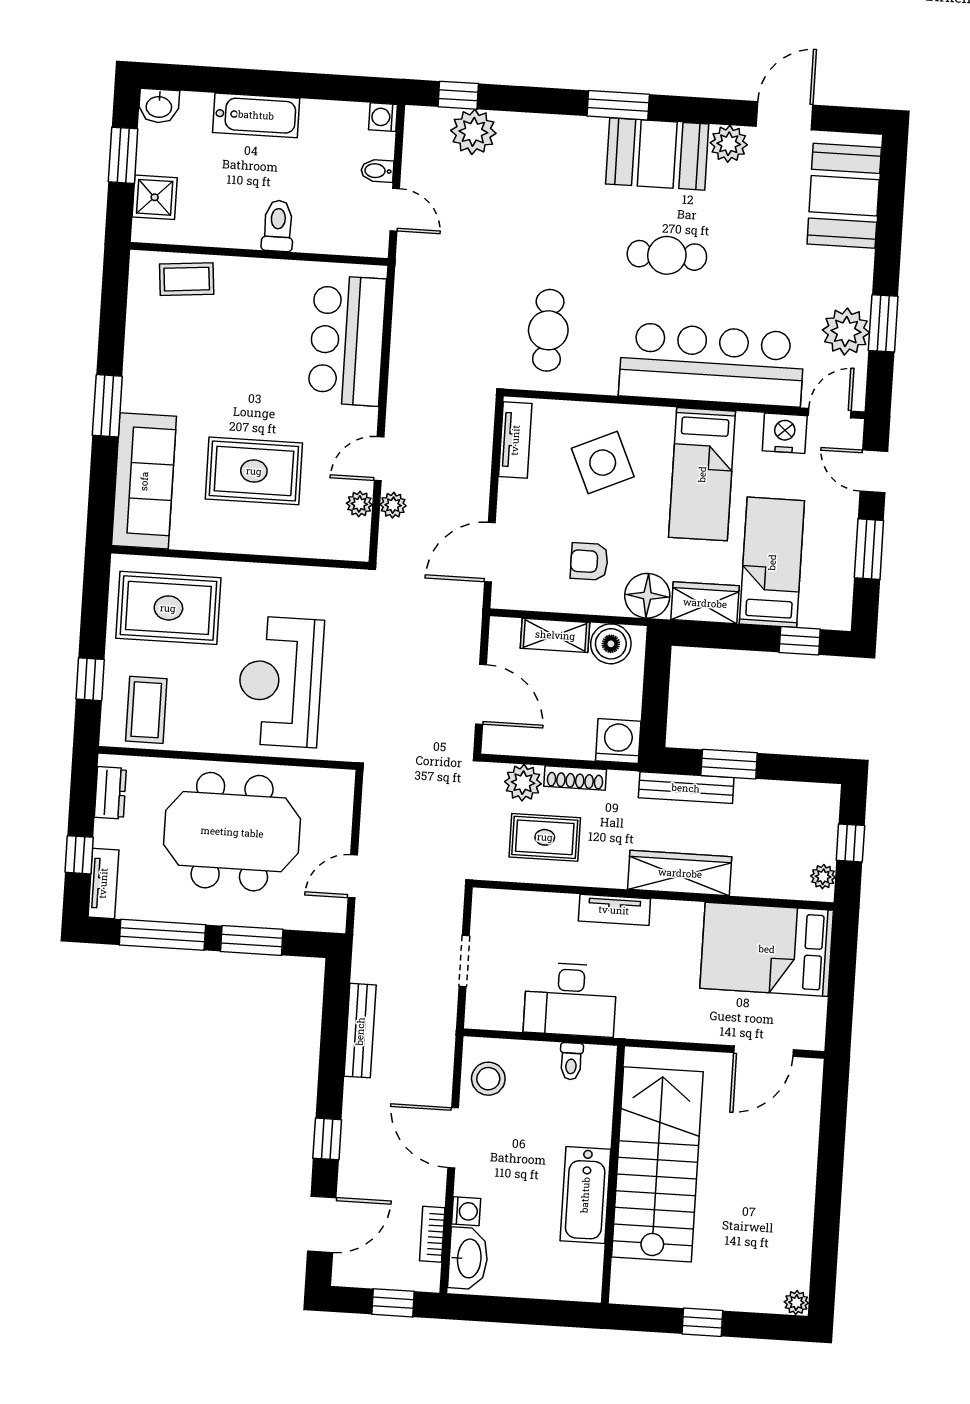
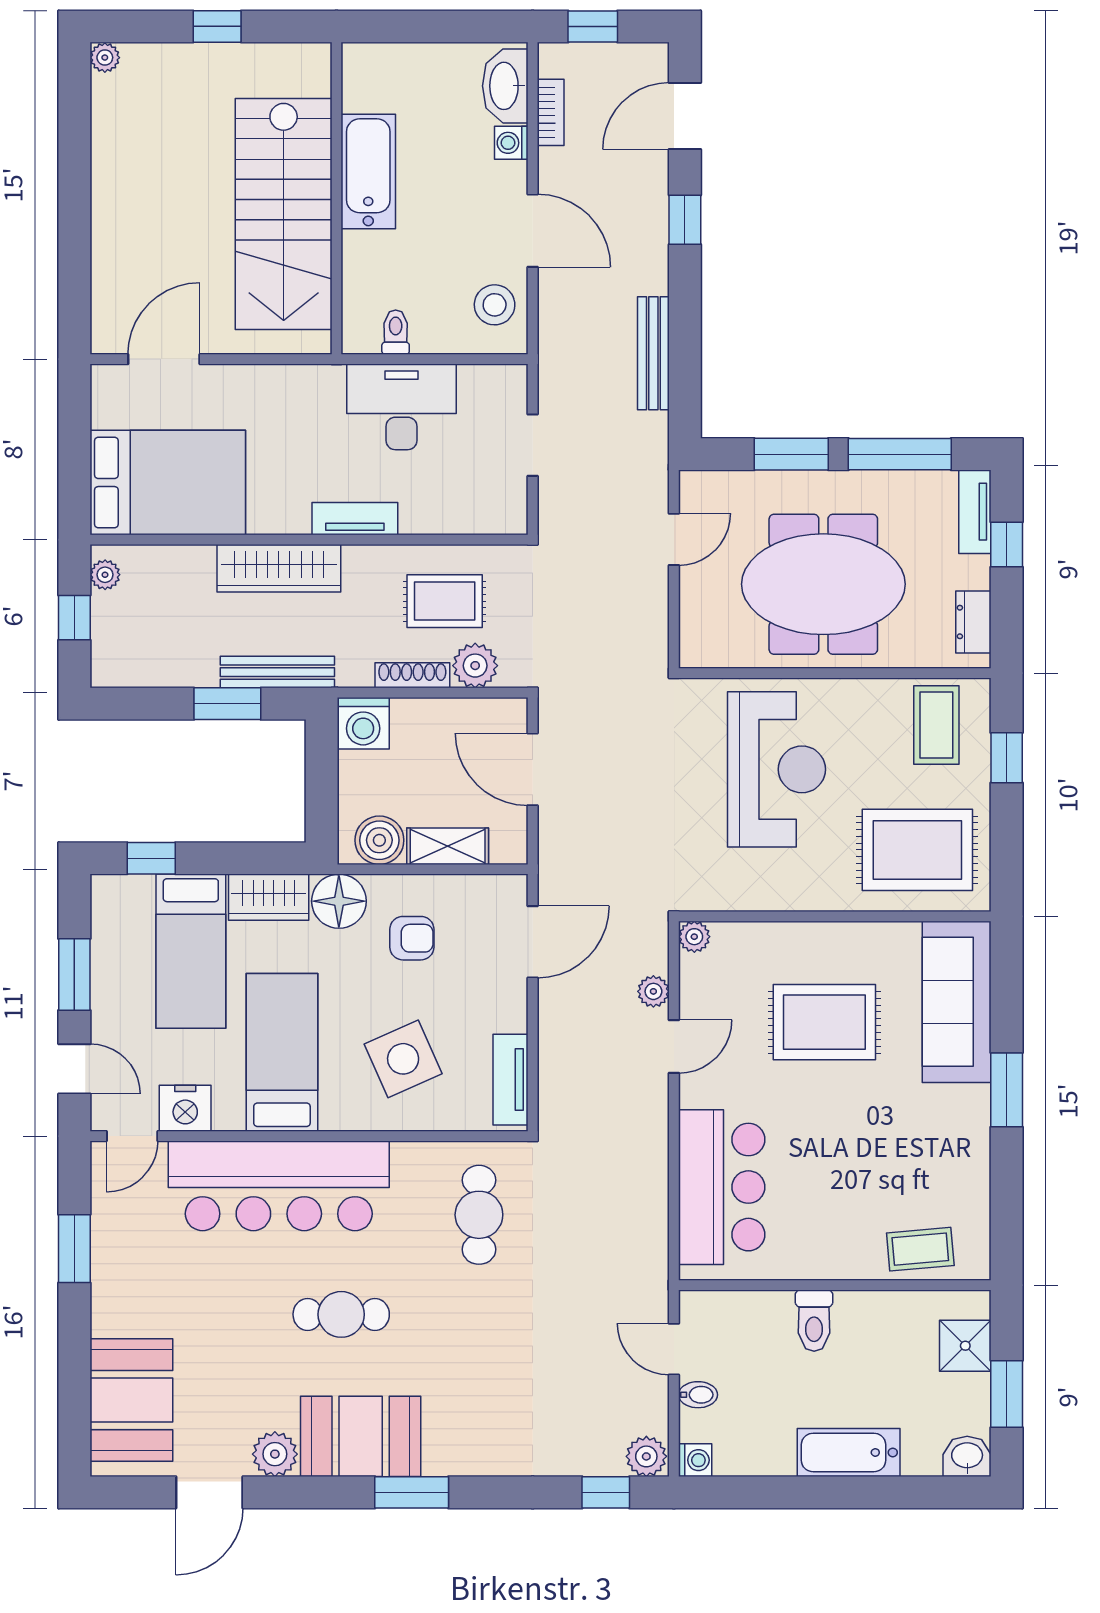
plant: (473, 132) -> (646, 1456), moved, width x0.73, depth x0.73
plant: (846, 331) -> (119, 1236), removed
plant: (359, 504) -> (694, 937), moved

